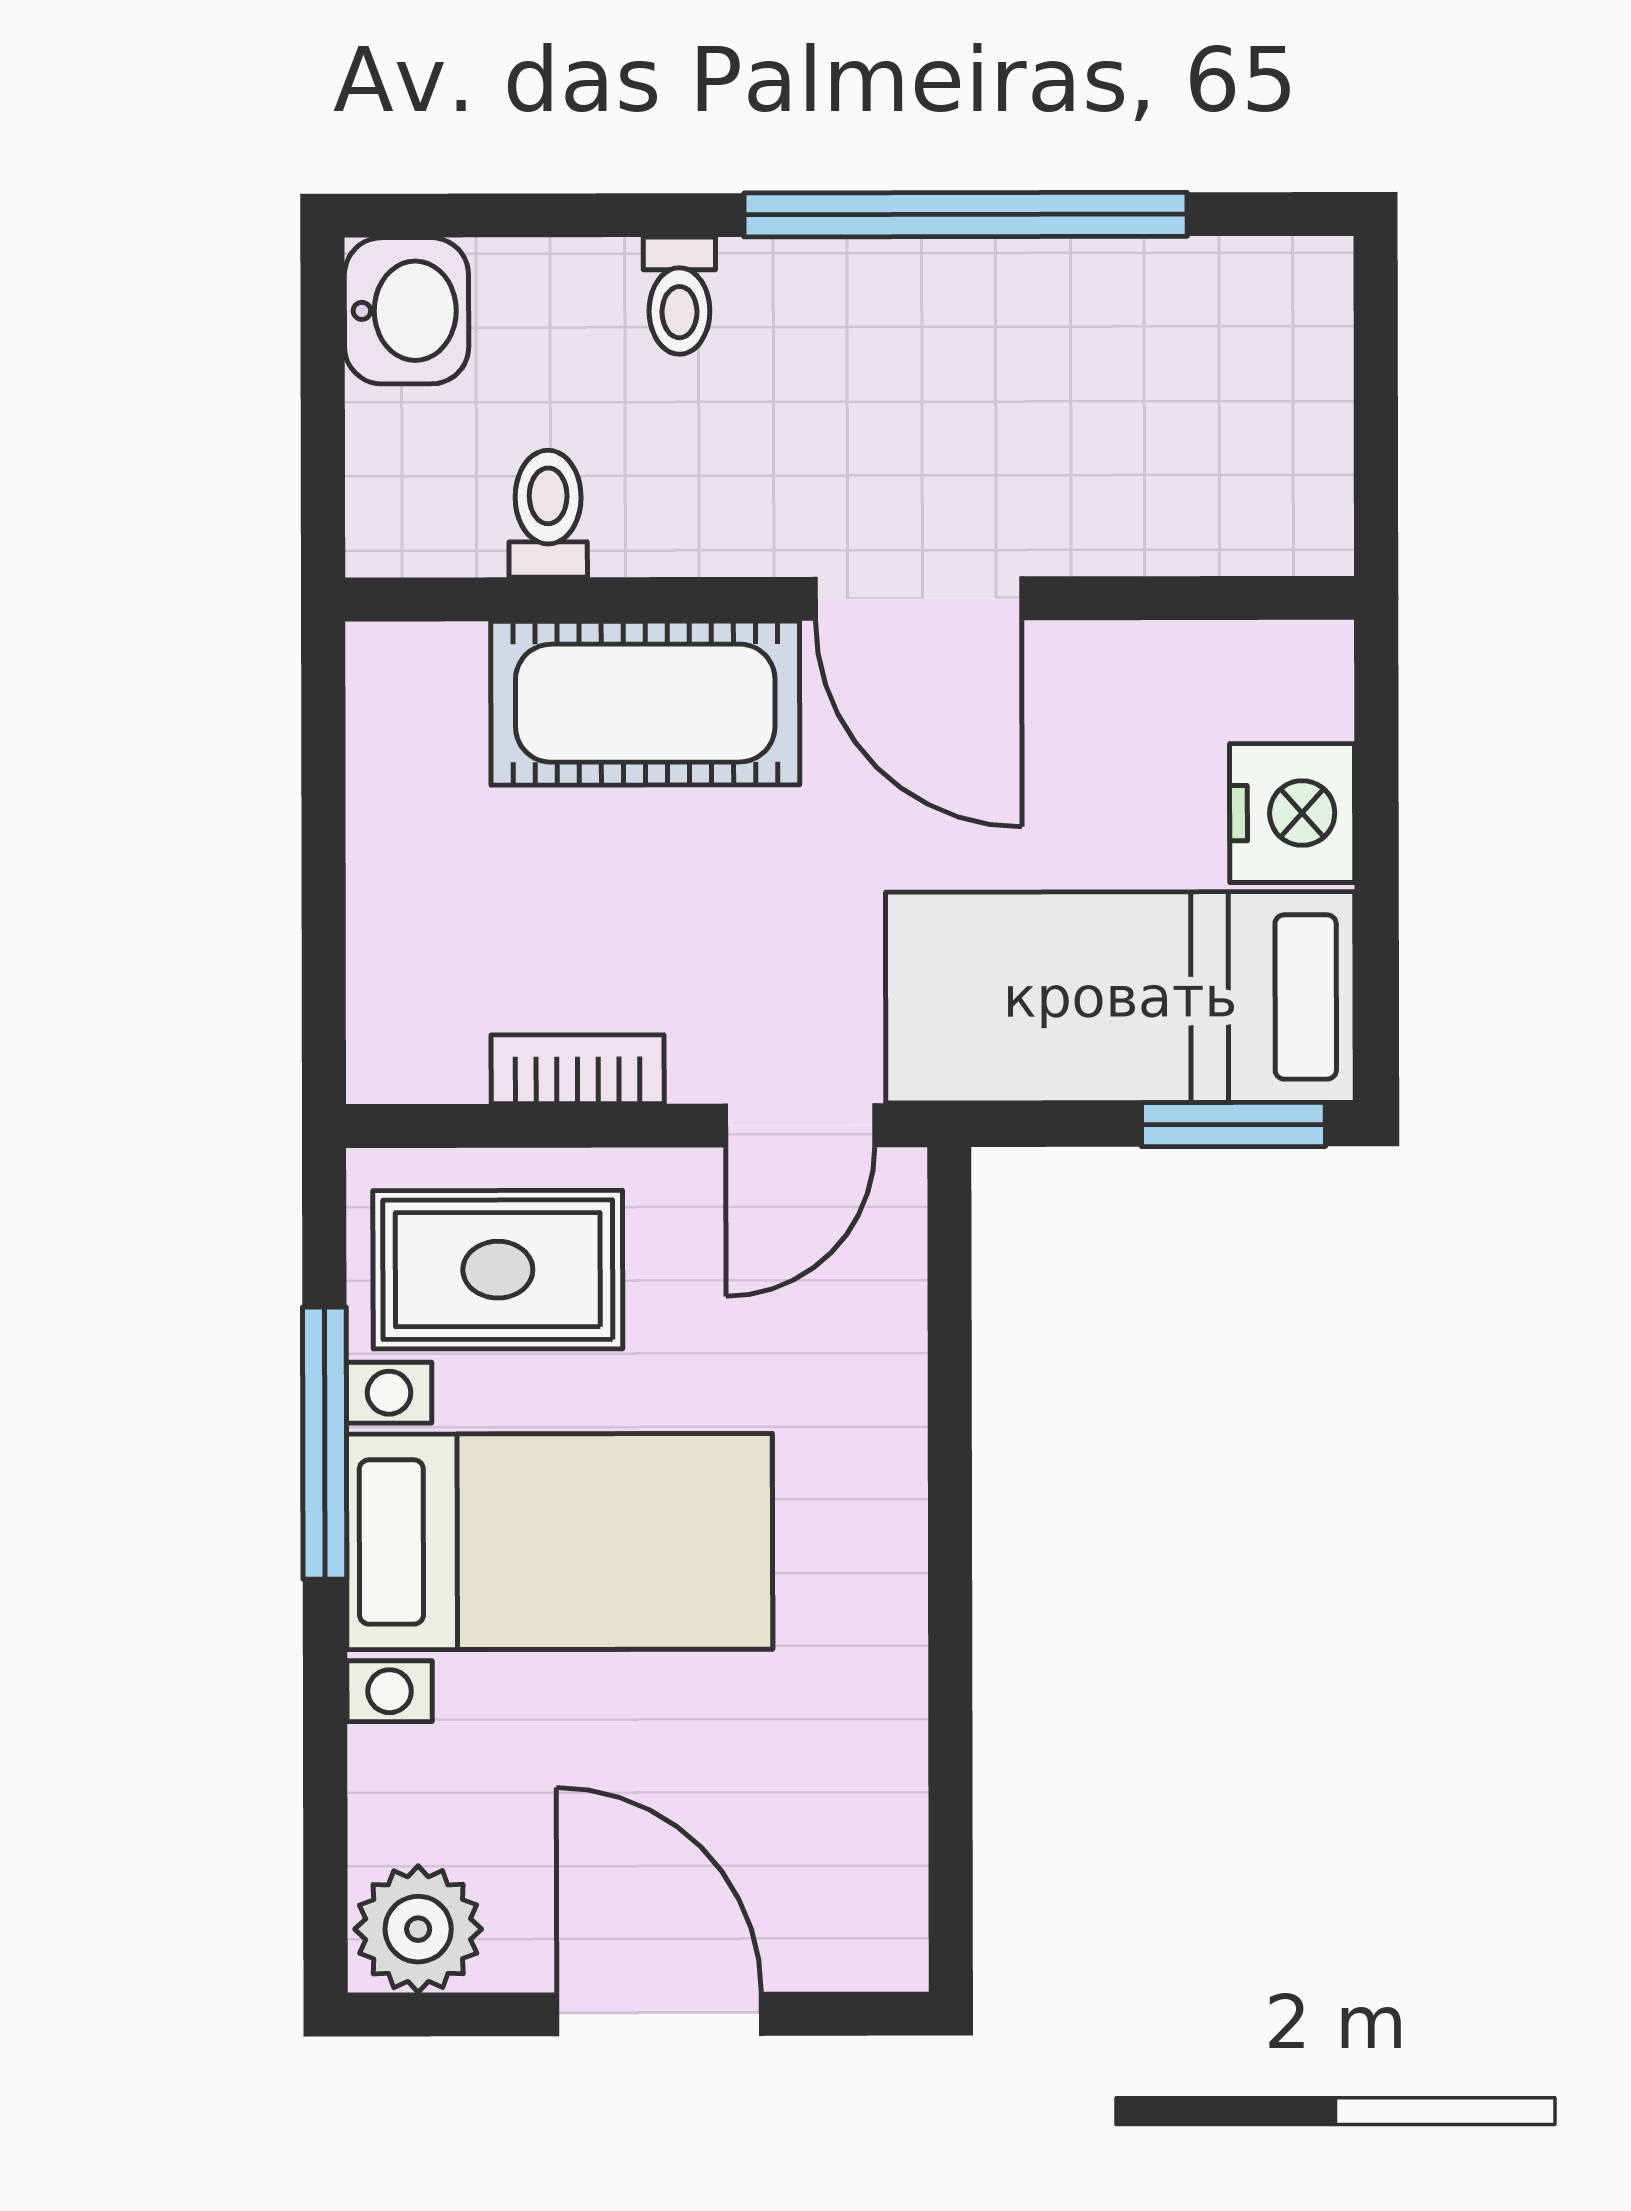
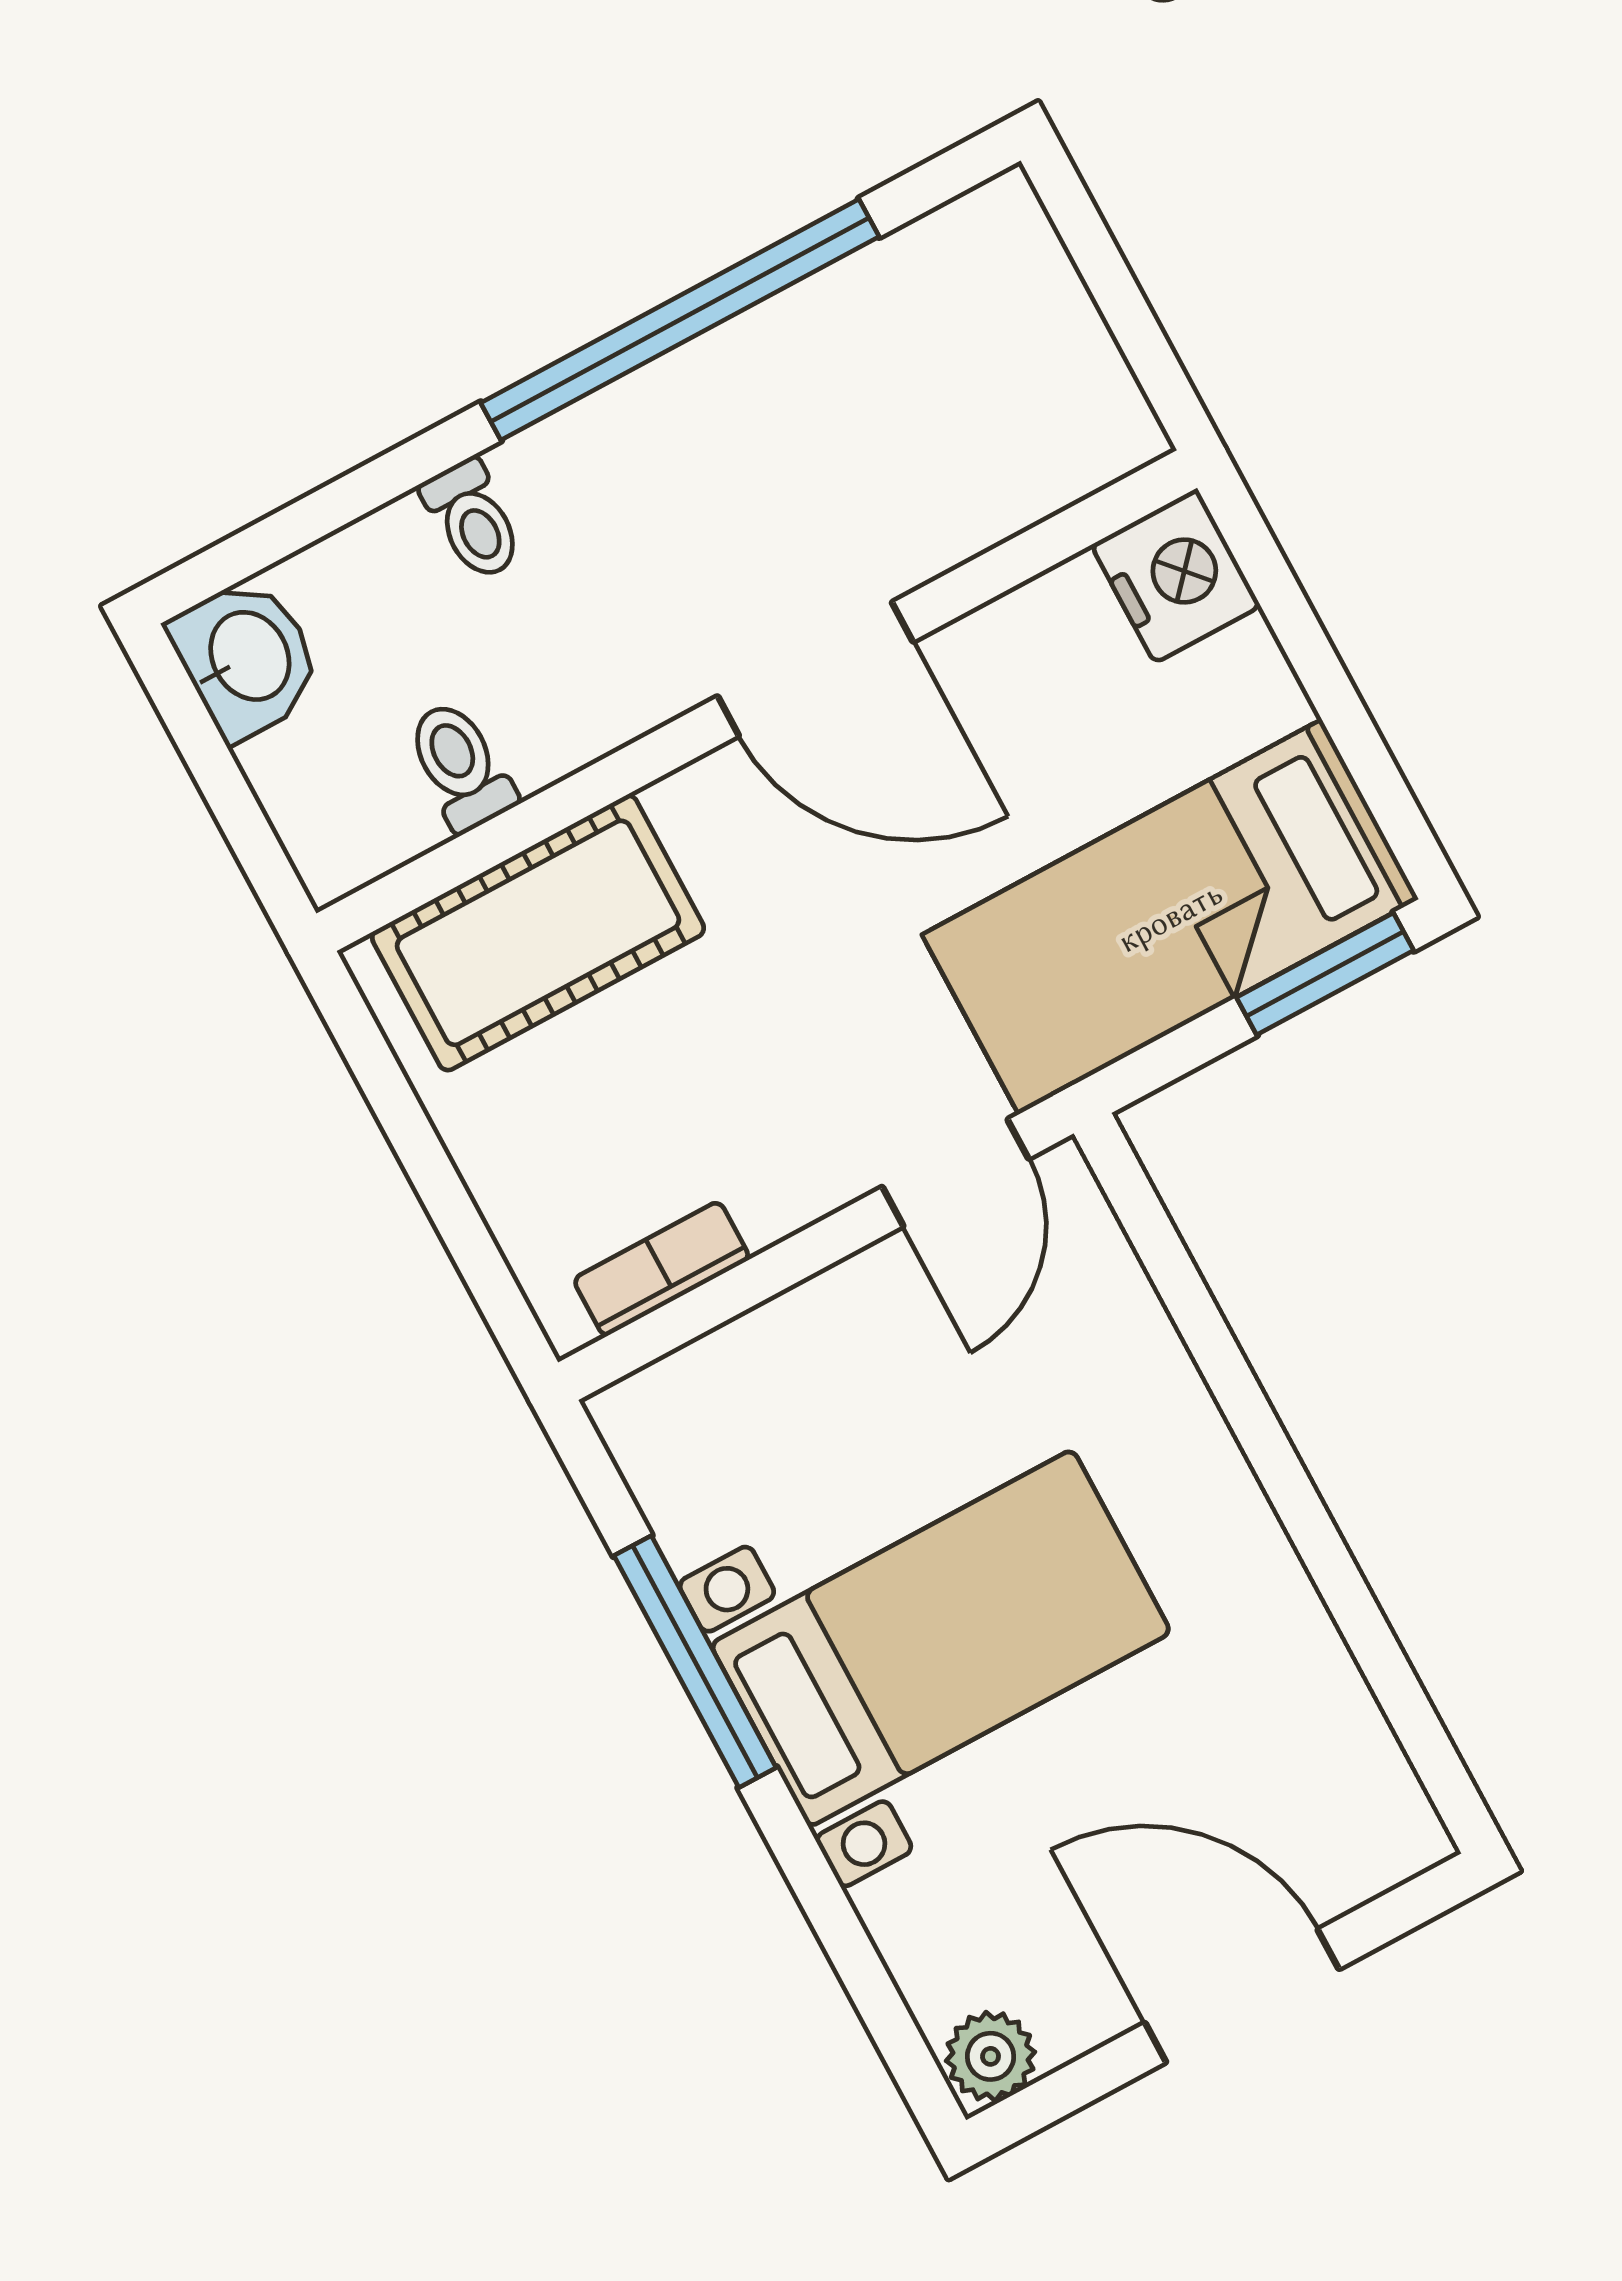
cot: (645, 703) -> (538, 933), moved
nightstand: (1292, 813) -> (1176, 576), moved
bookcase: (578, 1069) -> (662, 1269), moved
rug: (498, 1270) -> (764, 1434), removed
plant: (418, 1929) -> (991, 2056), width x0.73, depth x0.73

